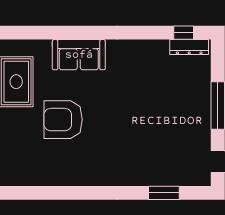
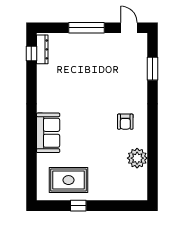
armchair: (63, 120) -> (125, 122), moved, width x0.53, depth x0.53
plant: (45, 173) -> (137, 158), added

